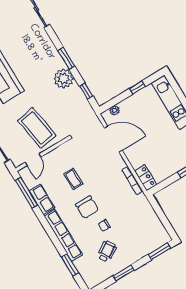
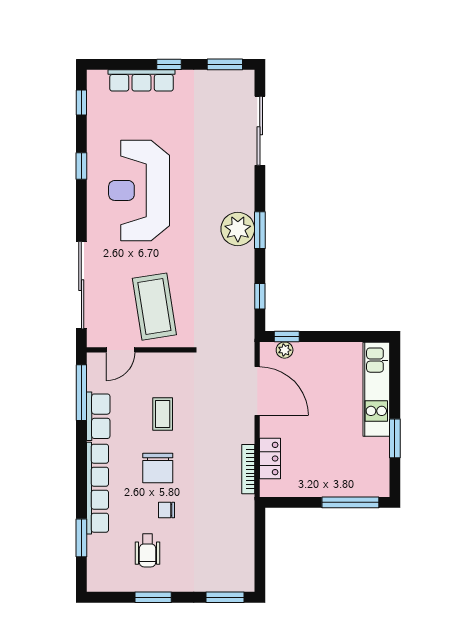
plant: (64, 79) -> (238, 229), moved
window: (137, 87) -> (287, 337), moved
locker: (145, 178) -> (270, 459), moved
wheelchair: (107, 251) -> (148, 550), turned 122

